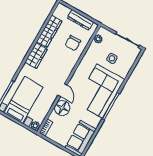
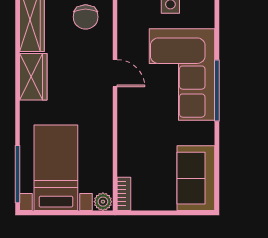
door: (63, 90) -> (115, 73), moved
floor lamp: (62, 108) -> (133, 143), removed

